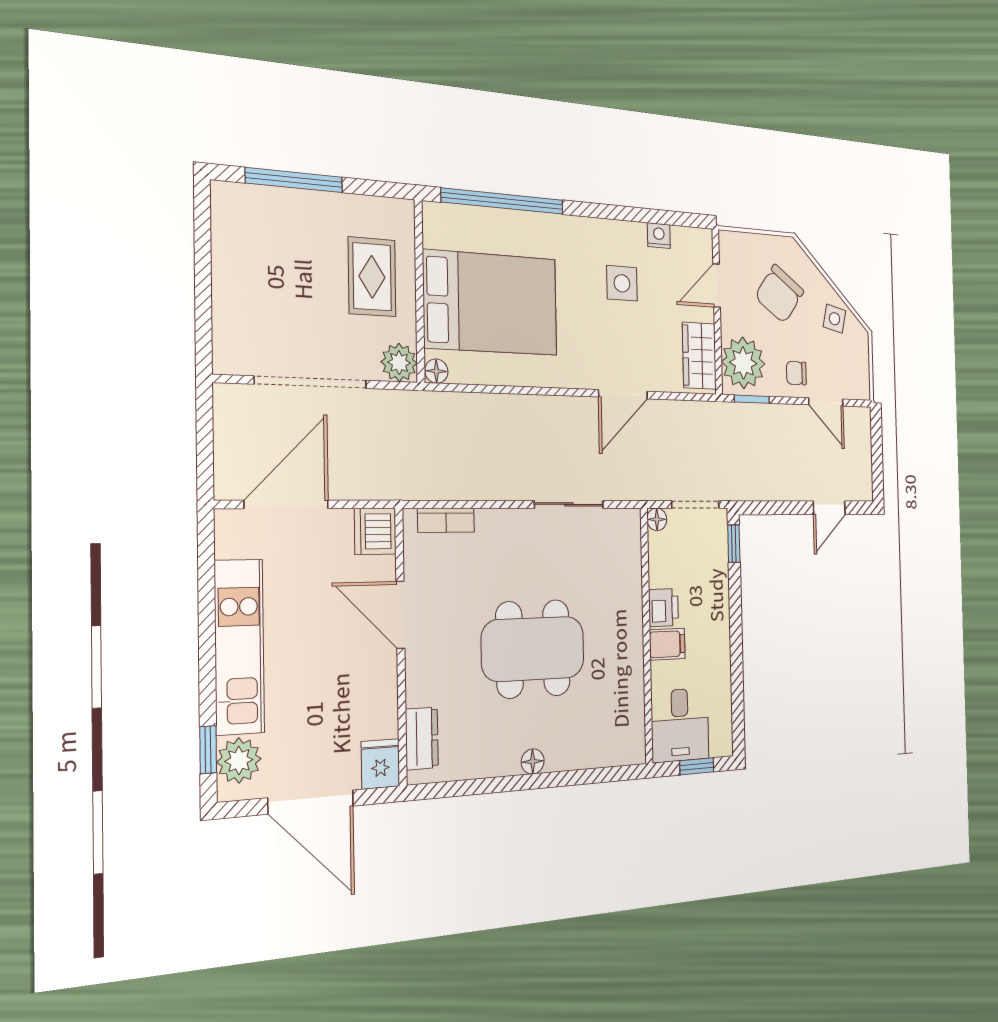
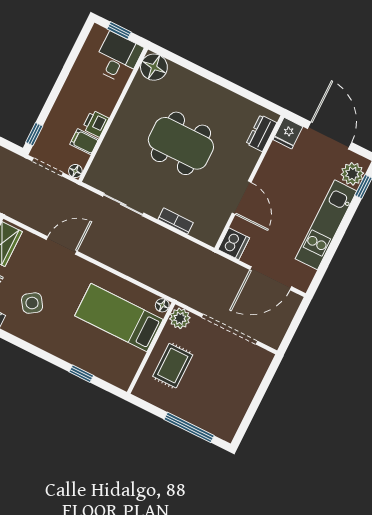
window: (503, 201) -> (81, 374), width x0.32
side table: (622, 283) -> (32, 303), turned -34
bed: (491, 303) -> (119, 318), width x0.67
bookcase: (446, 520) -> (176, 221), moved
filing cabinet: (667, 644) -> (84, 142), moved
floor lamp: (533, 762) -> (154, 67), moved, width x1.89, depth x1.89

